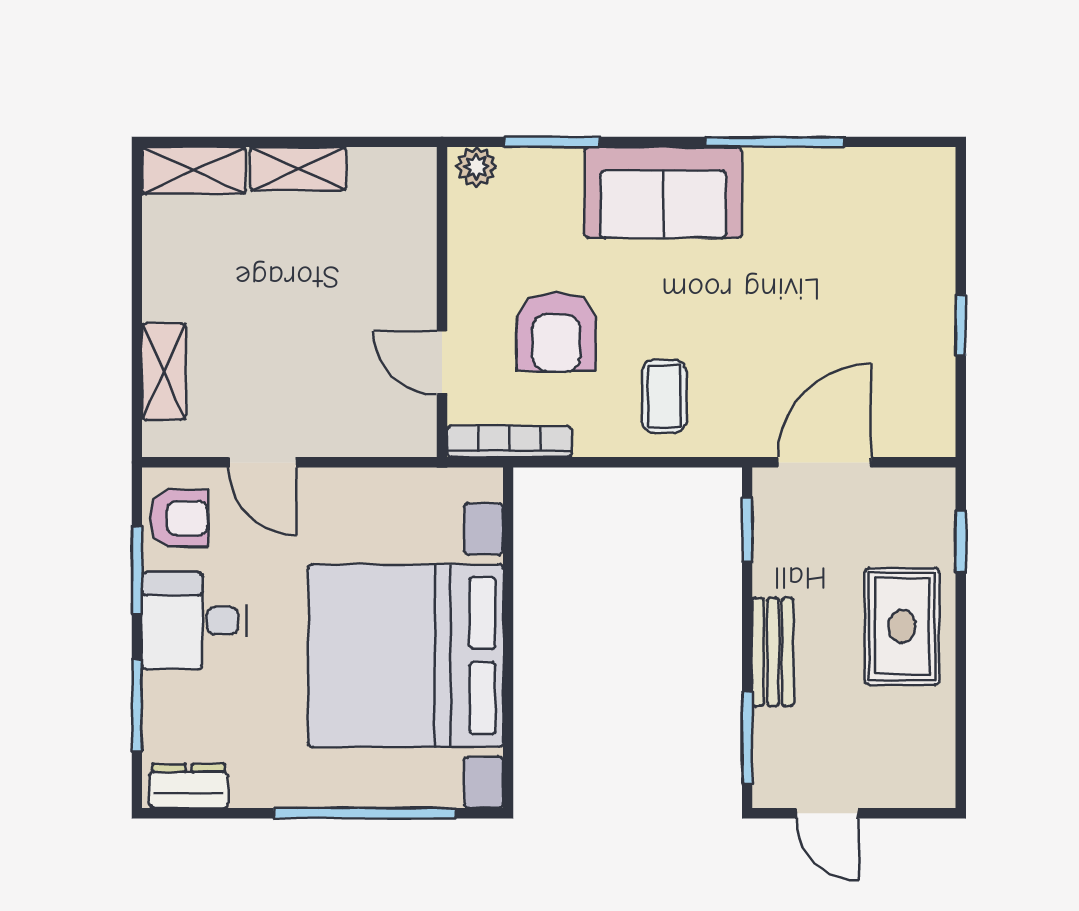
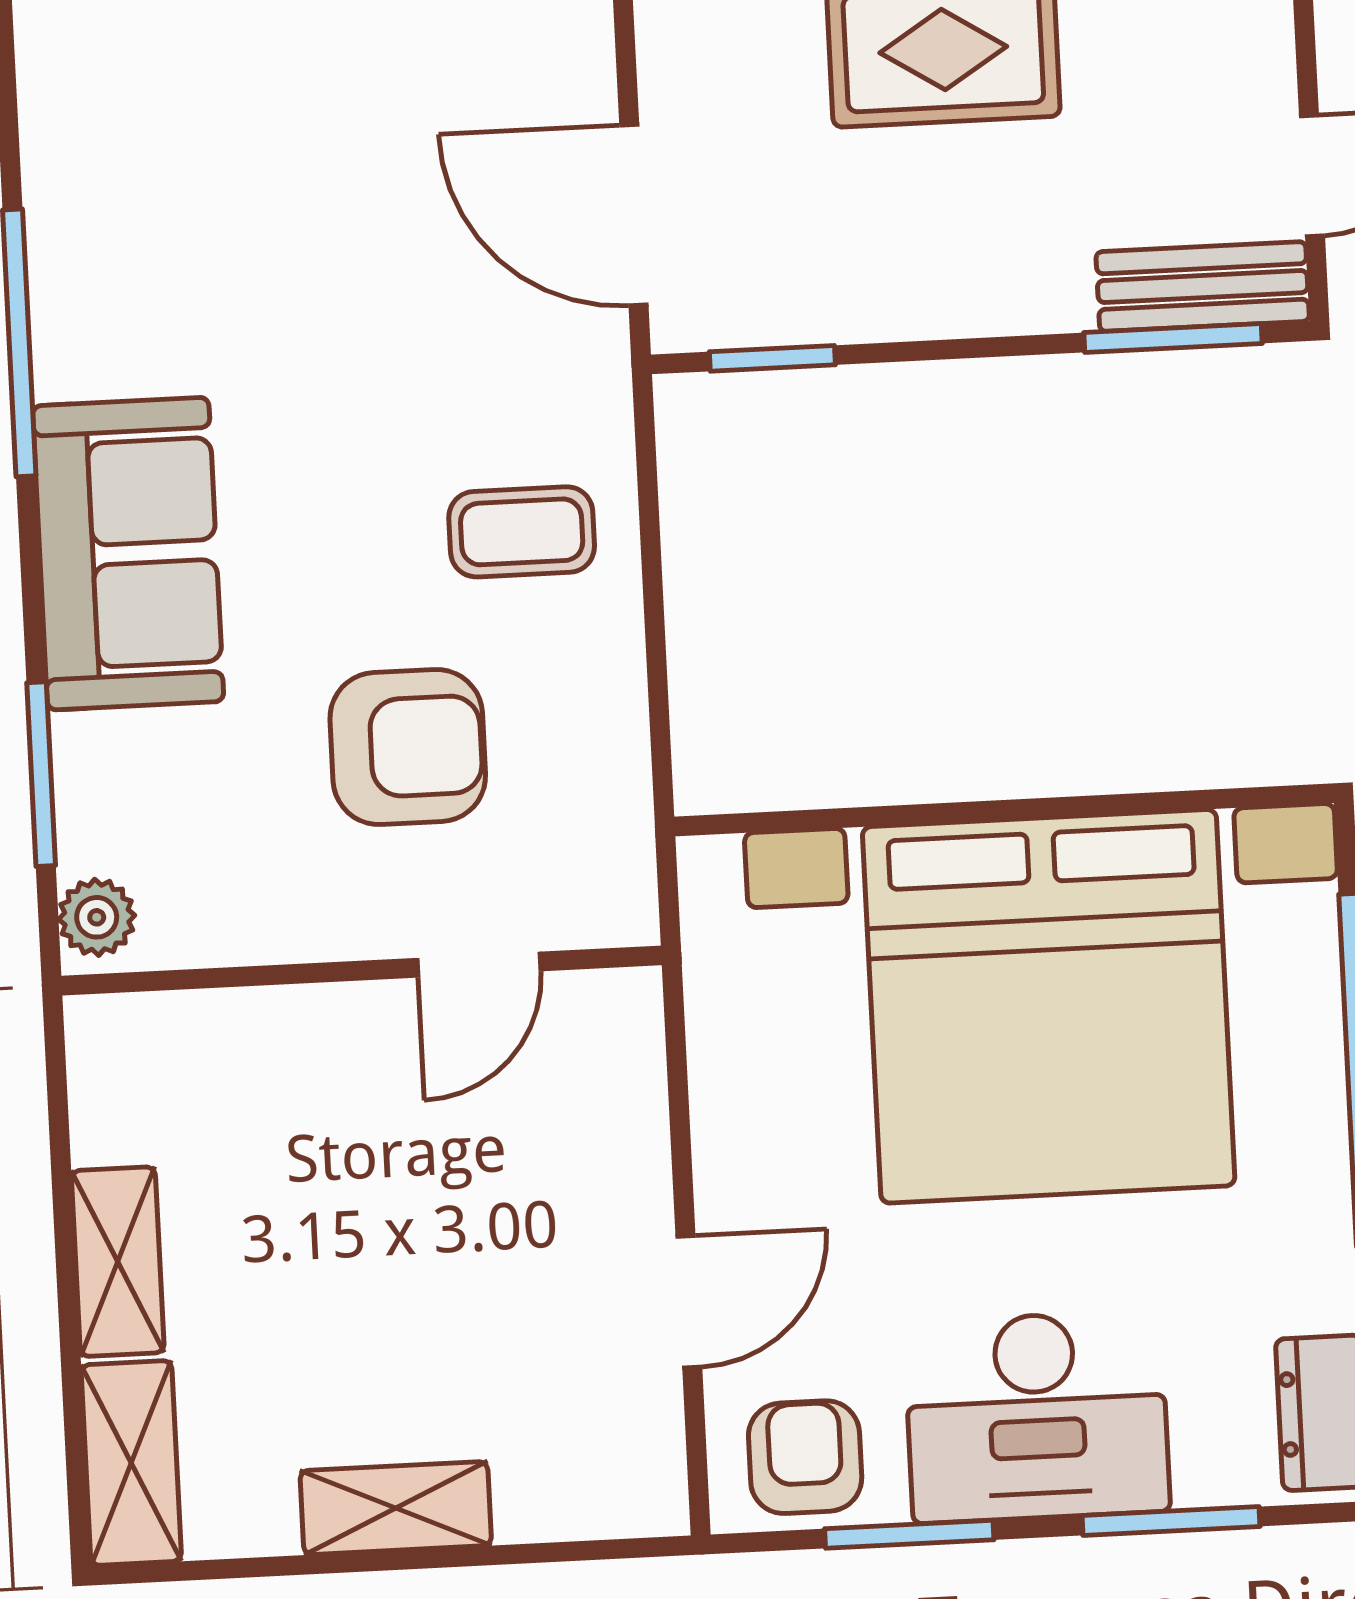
shelving: (164, 372) -> (396, 1508), moved
bookcase: (509, 441) -> (624, 827), removed
desk: (194, 621) -> (1037, 1417), width x1.37
bench: (773, 652) -> (1203, 287), moved

